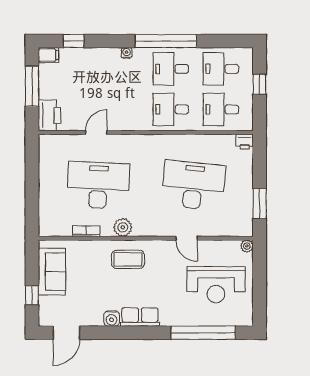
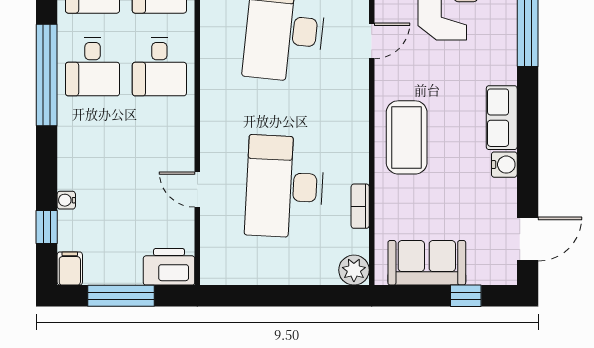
water cooler: (127, 53) -> (66, 200), moved
plant: (123, 227) -> (354, 270), moved
coffee table: (128, 259) -> (407, 137), width x1.36, depth x1.32
door: (66, 333) -> (528, 239), hinge flipped

